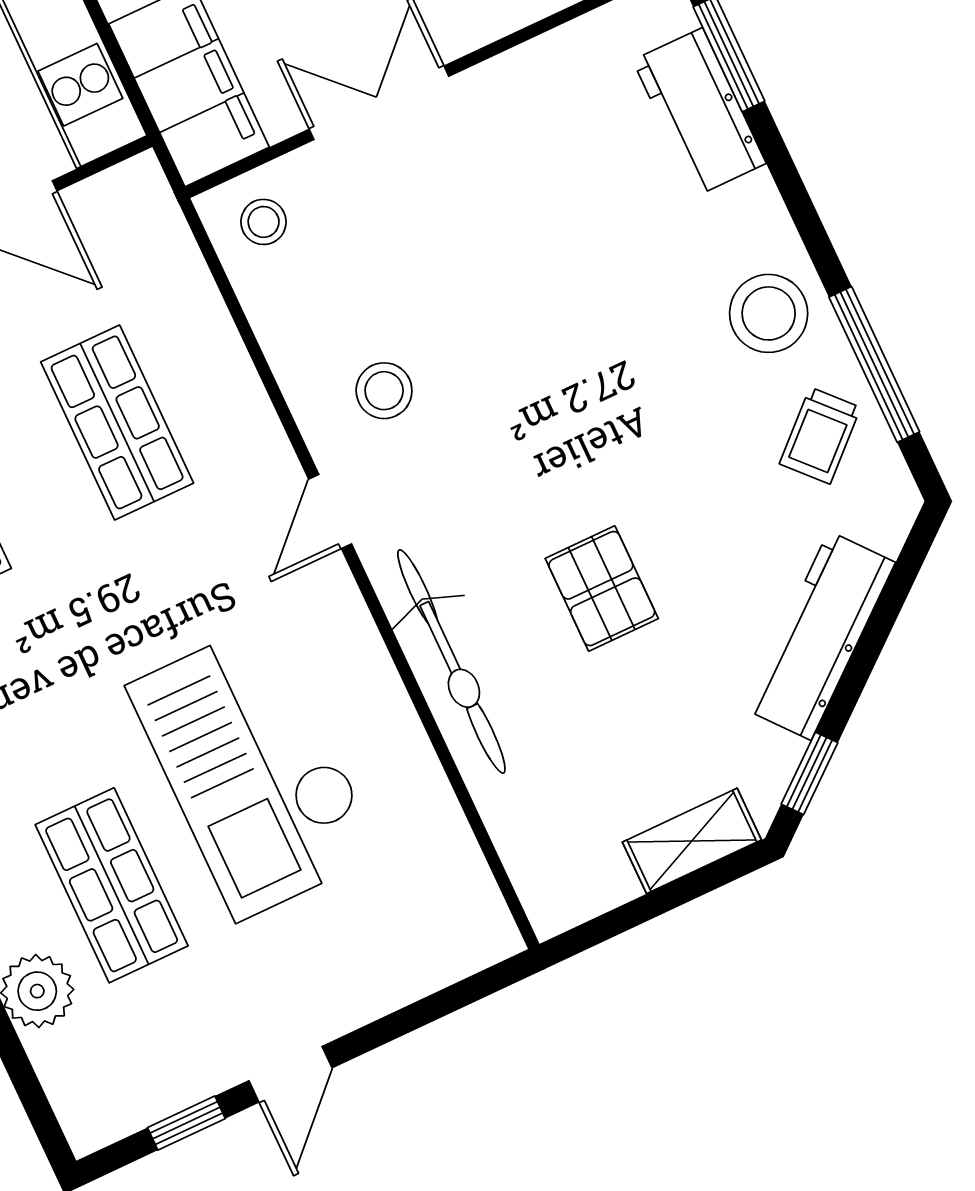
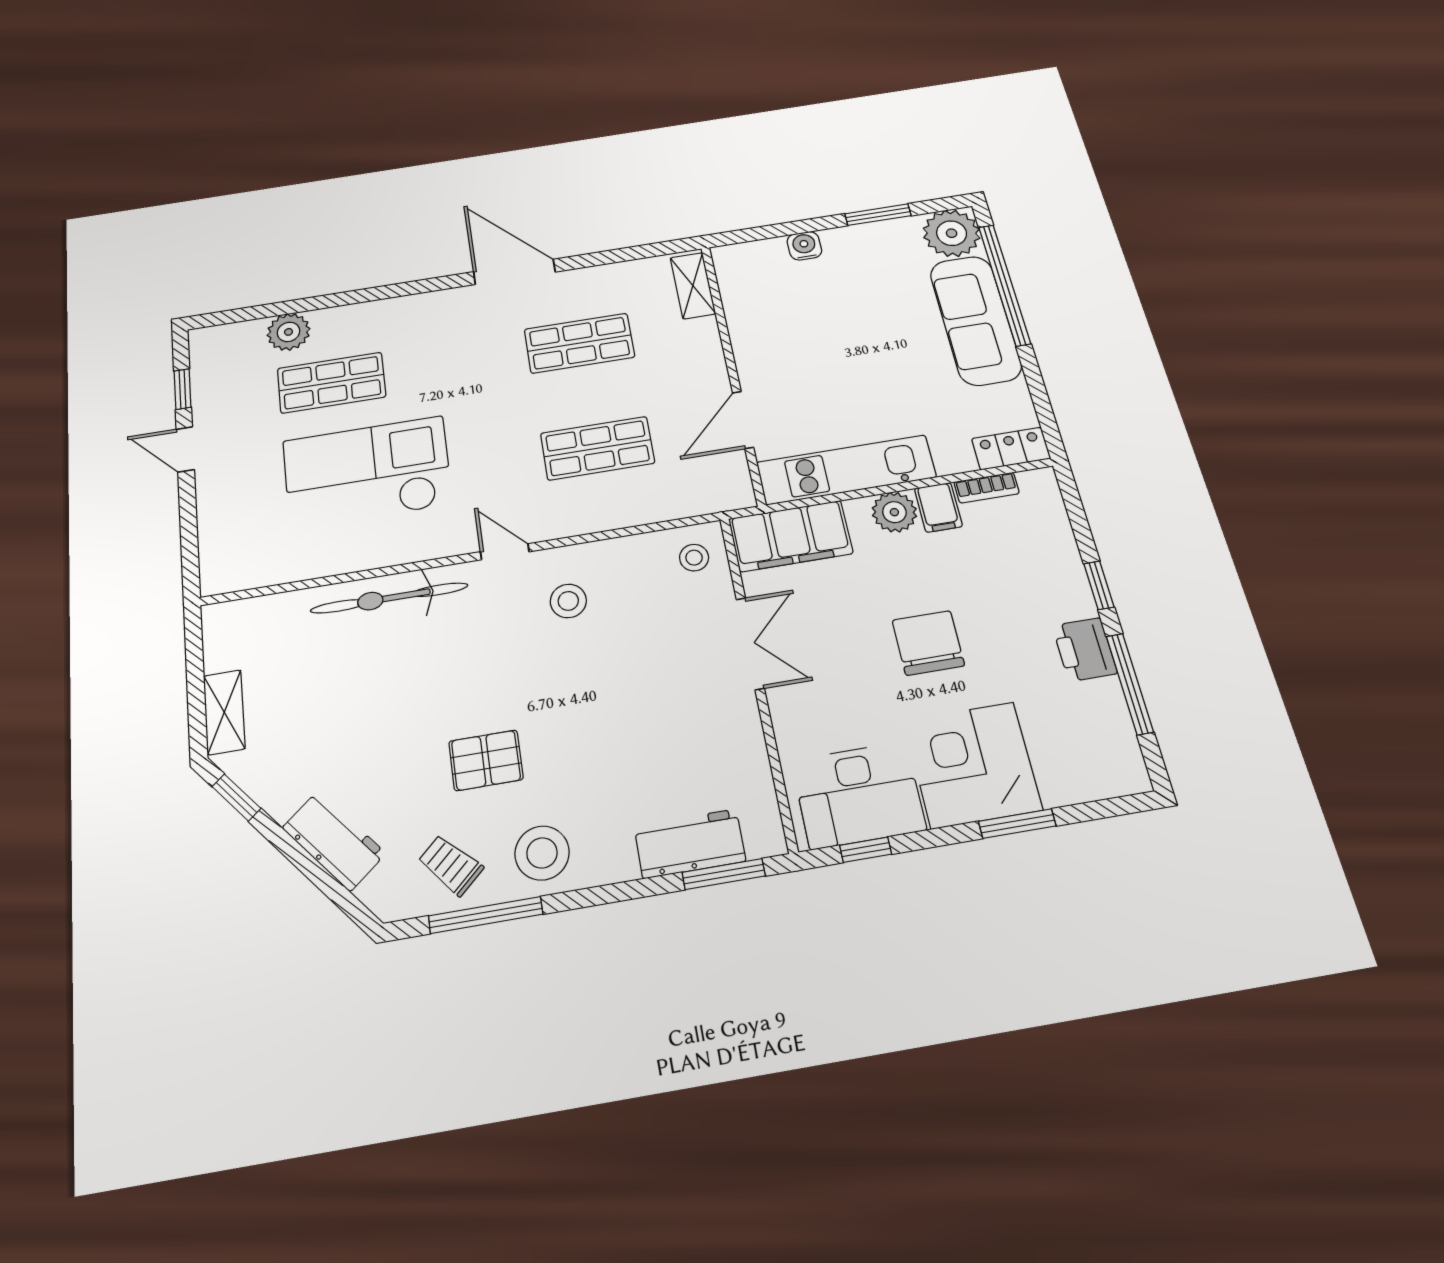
pallet: (602, 589) -> (486, 760), moved
workbench: (820, 636) -> (334, 841), width x0.73

